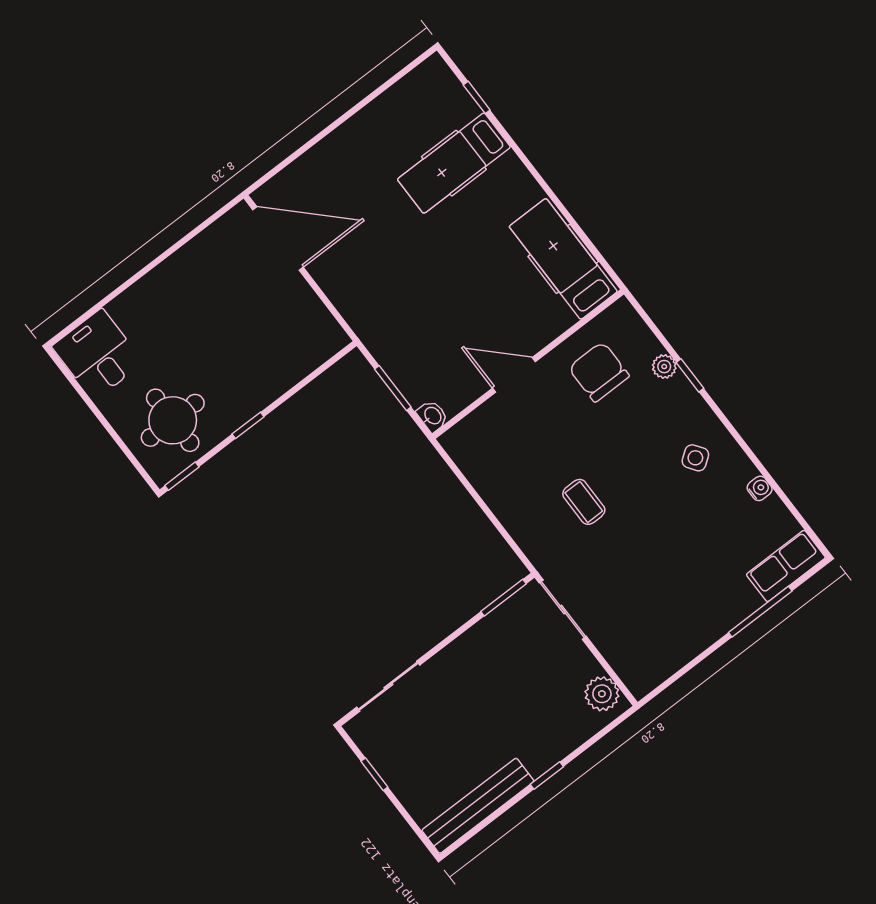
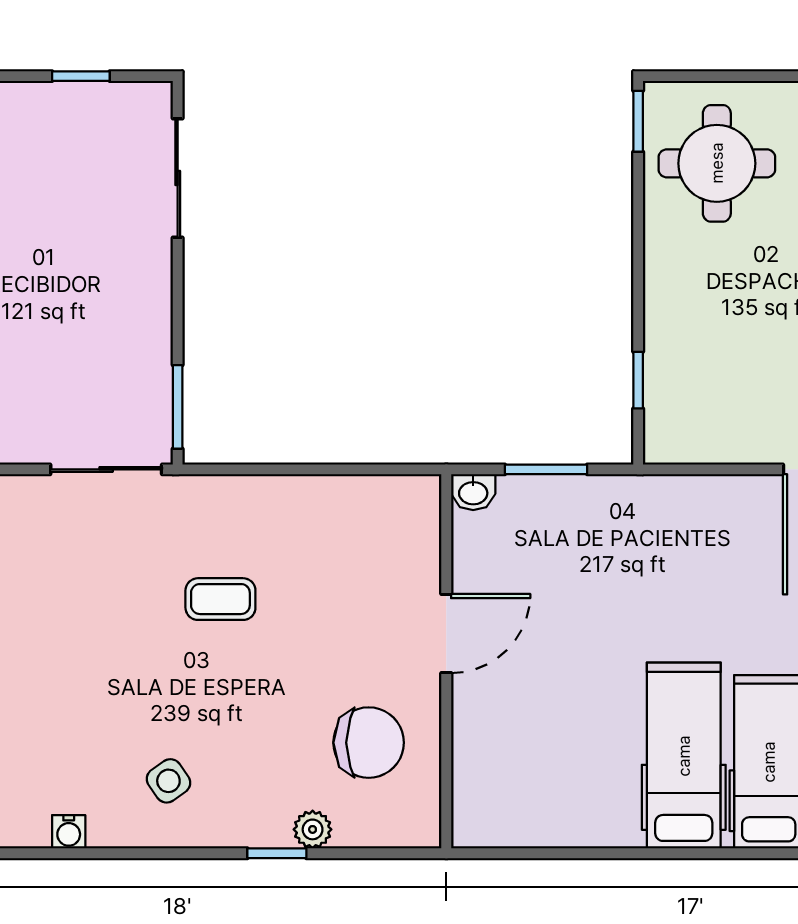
hospital bed: (563, 259) -> (684, 756), moved, turned -90
window: (248, 425) -> (638, 380), moved

